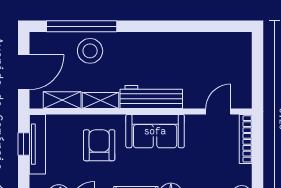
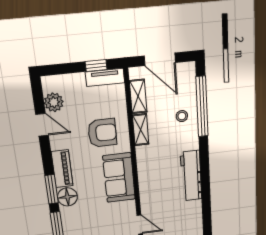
stool: (90, 51) -> (182, 116), width x0.53, depth x0.53
workbench: (151, 97) -> (191, 176), moved, turned 180
tv unit: (37, 144) -> (105, 77), width x0.71

